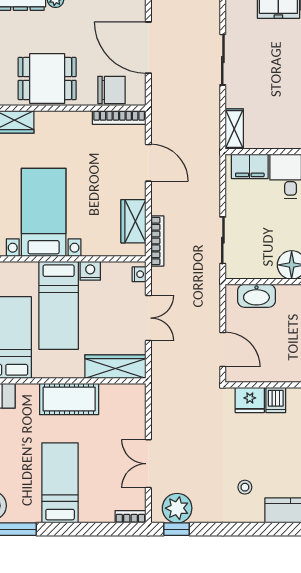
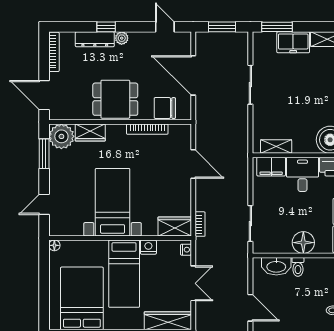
chair: (112, 90) -> (165, 108), turned 180
bookcase: (119, 117) -> (147, 129), moved
shelving: (234, 129) -> (276, 146), moved, turned 90
wardrobe: (133, 221) -> (175, 226), moved, turned 90
bookcase: (157, 241) -> (200, 224), width x0.64
toilet: (285, 297) -> (298, 267), added

